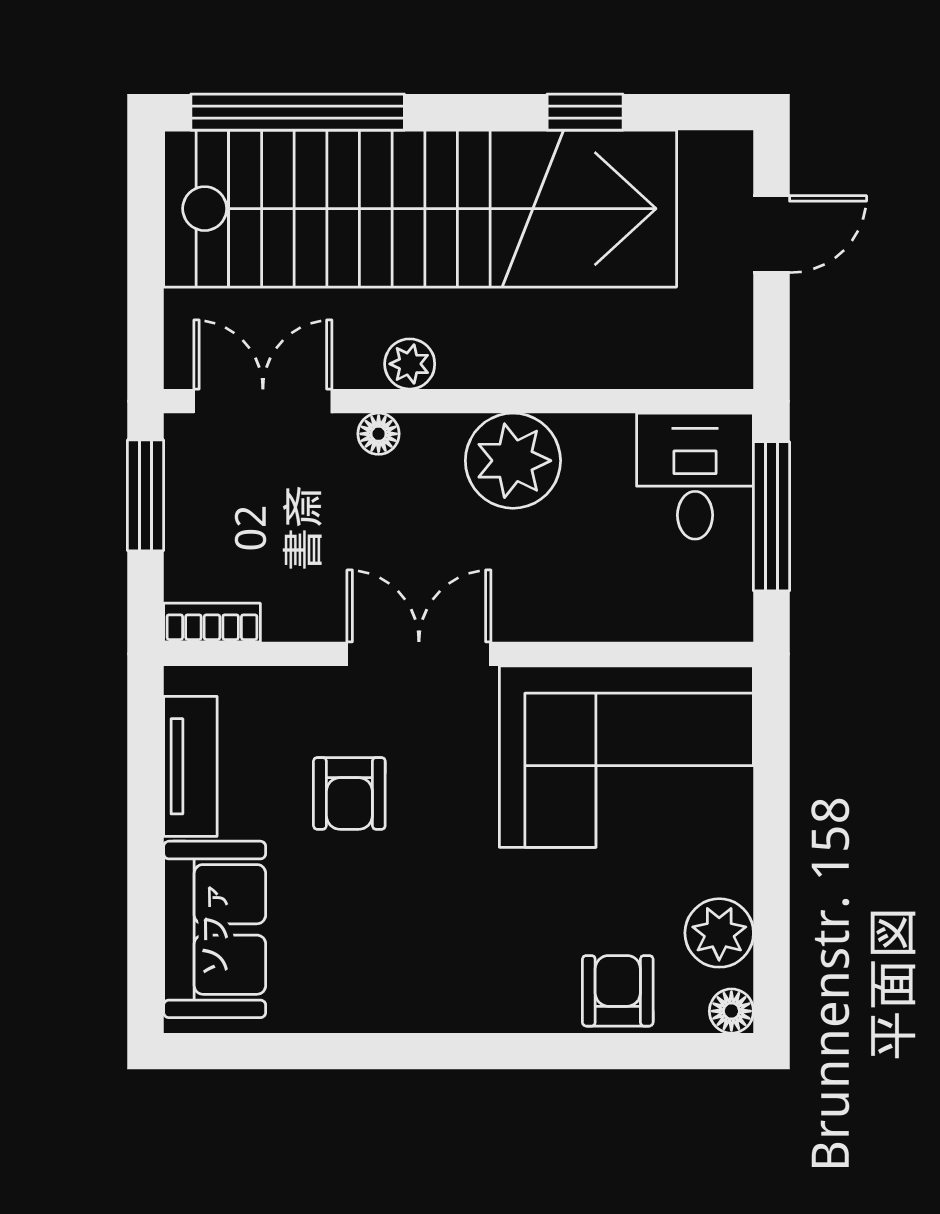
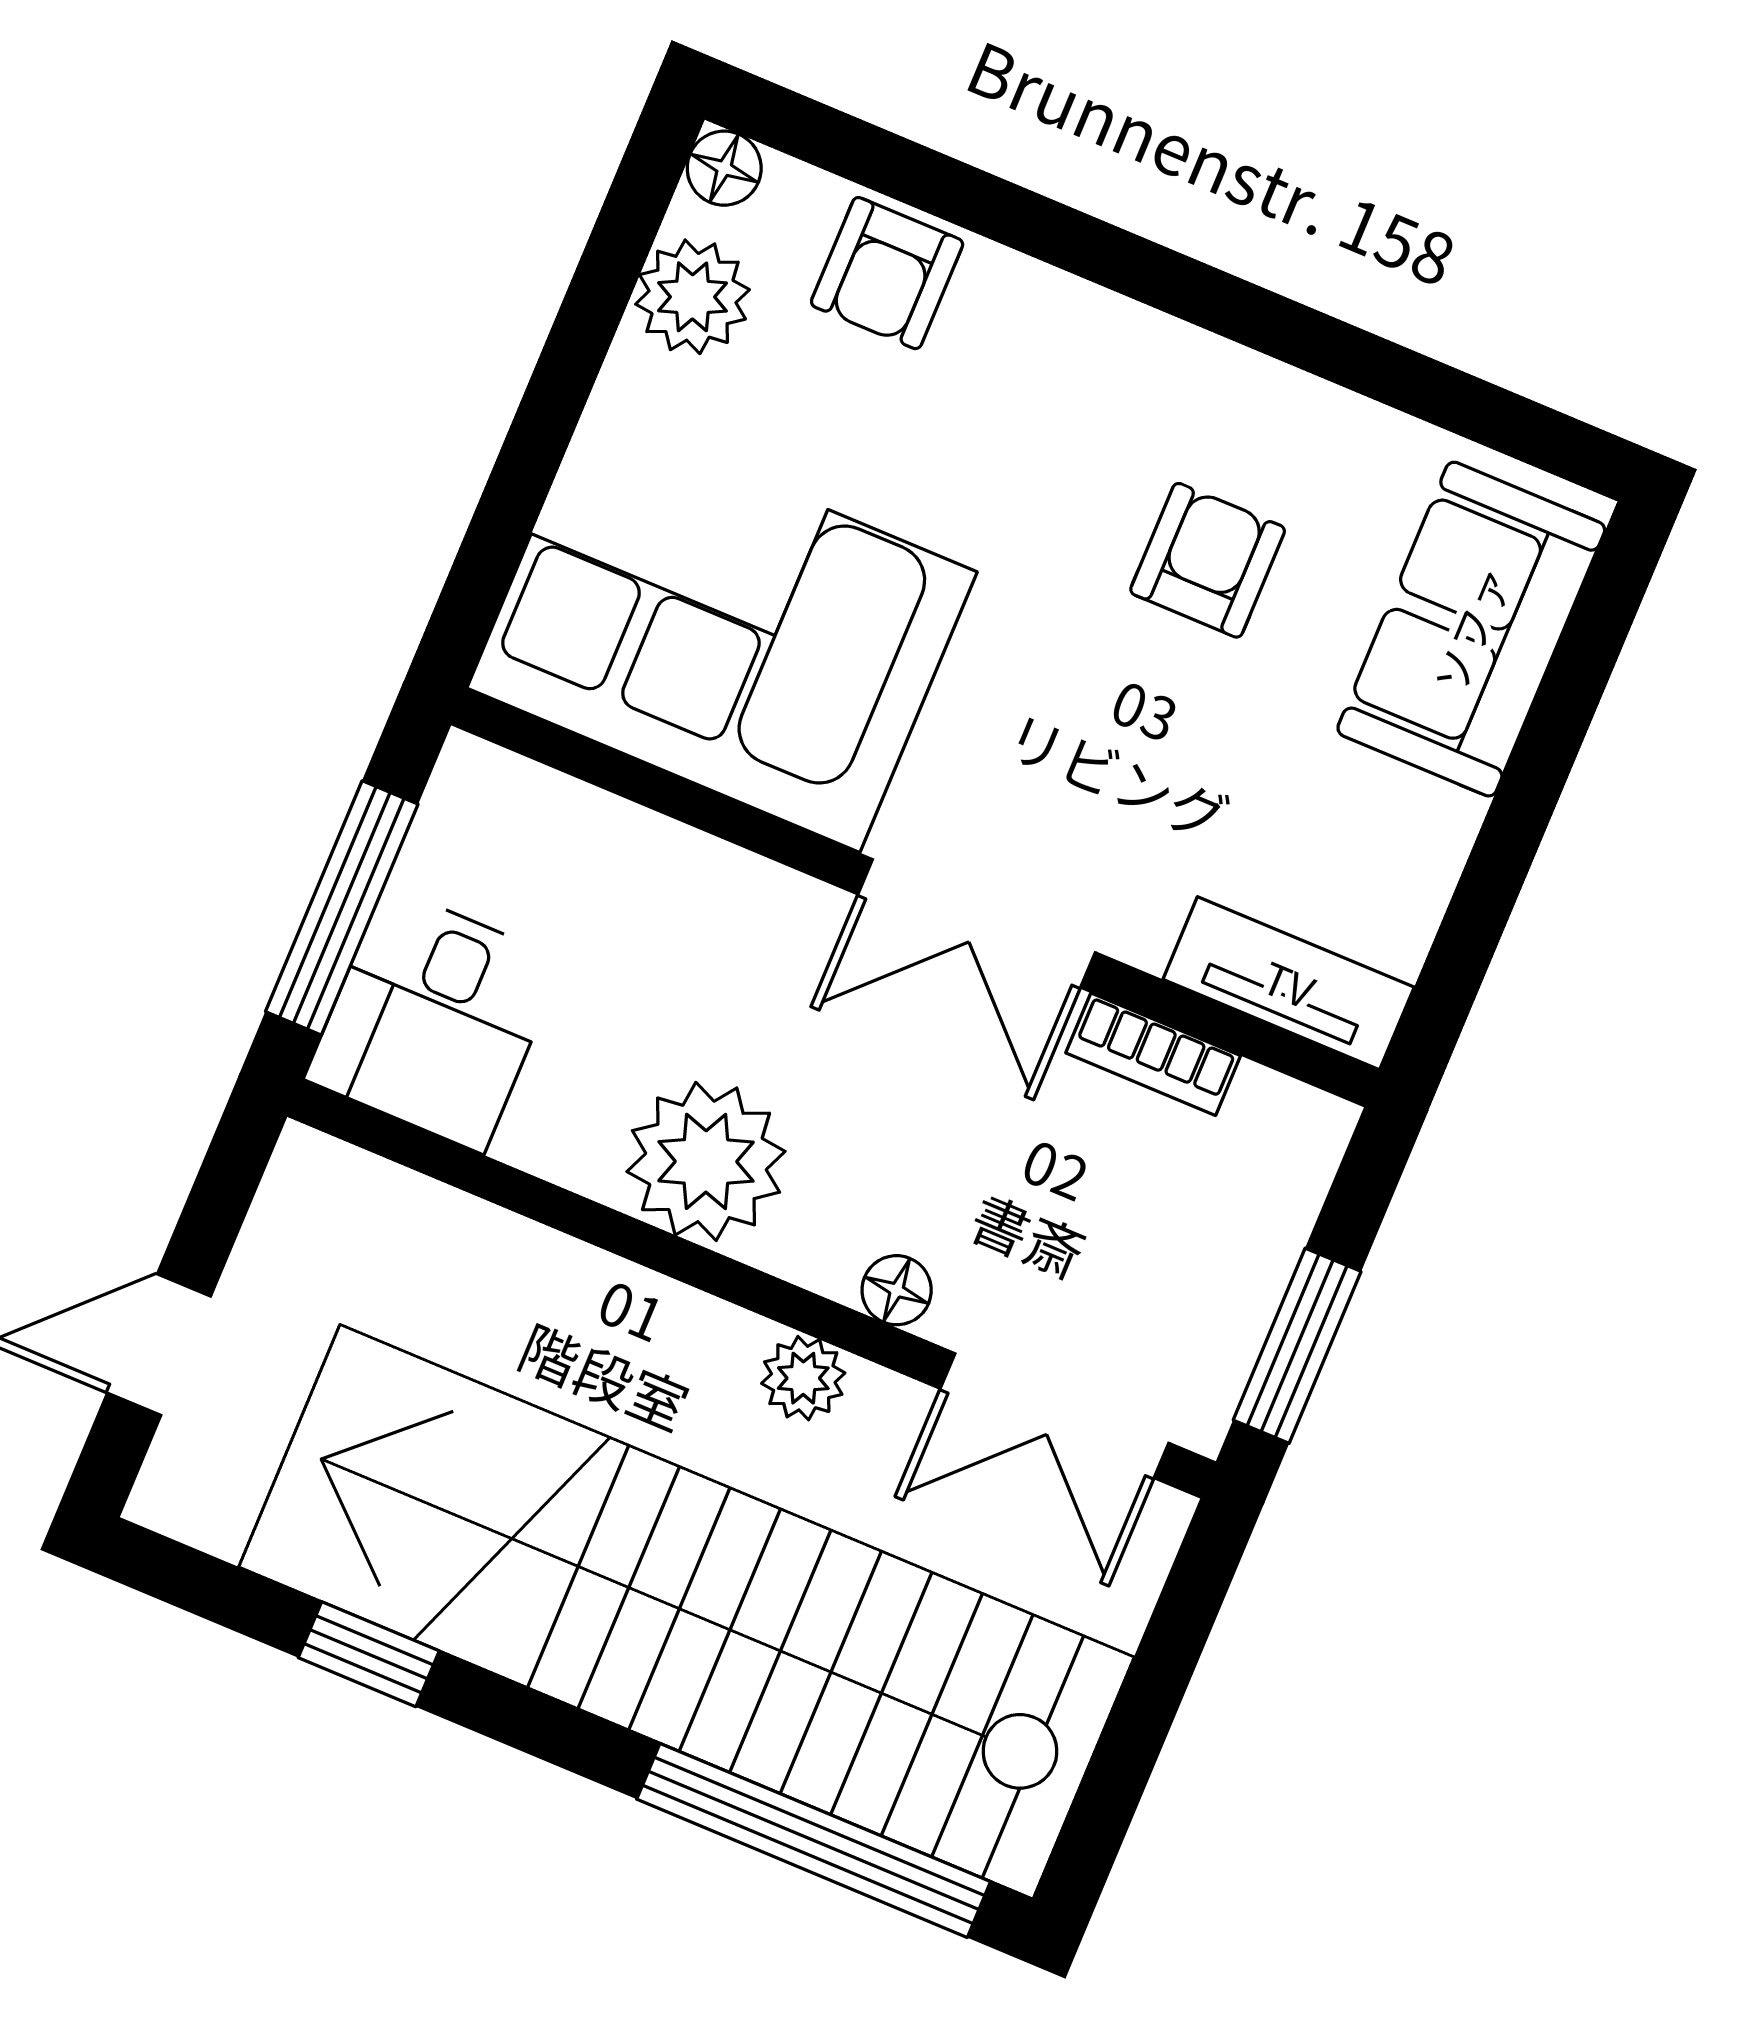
bookcase: (212, 623) -> (1153, 1054), moved
tv unit: (190, 766) -> (1289, 983), moved, turned 90
armchair: (349, 793) -> (1208, 560), moved

